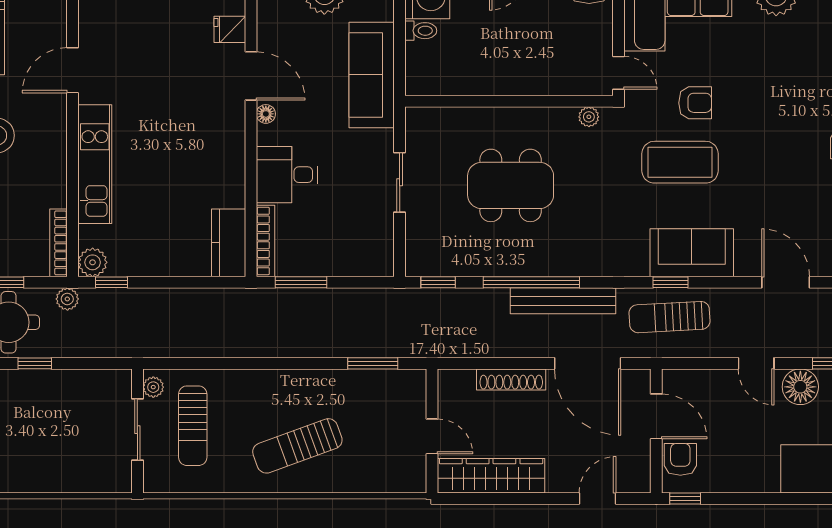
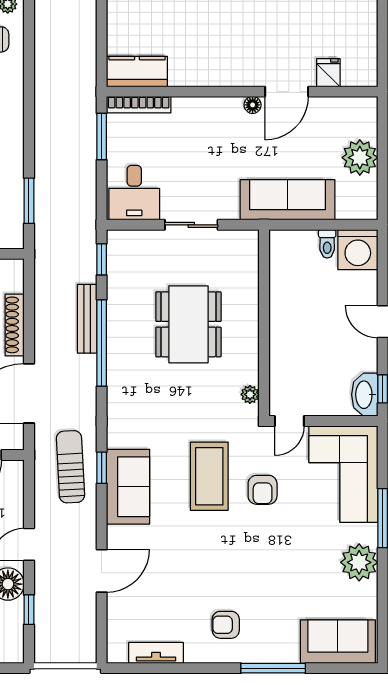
desk: (287, 175) -> (134, 193), moved, turned 180
bench: (563, 301) -> (87, 319), moved, width x0.73, depth x0.82

